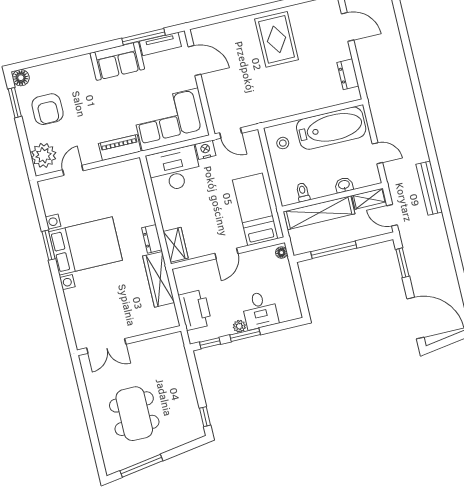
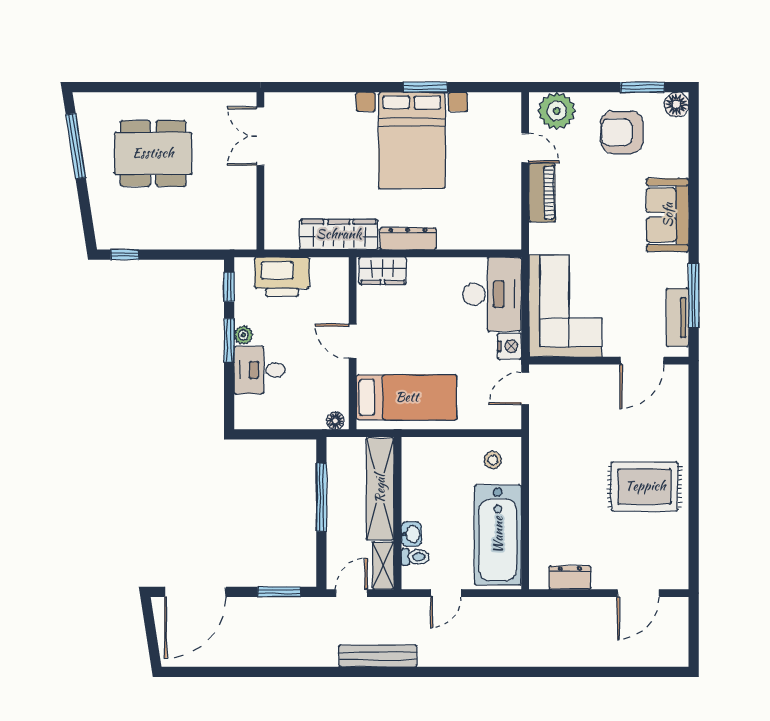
sofa: (117, 61) -> (668, 215), moved
piano: (120, 147) -> (542, 193), moved
toilet: (303, 192) -> (415, 557), moved
dresser: (152, 239) -> (408, 239), width x1.44

